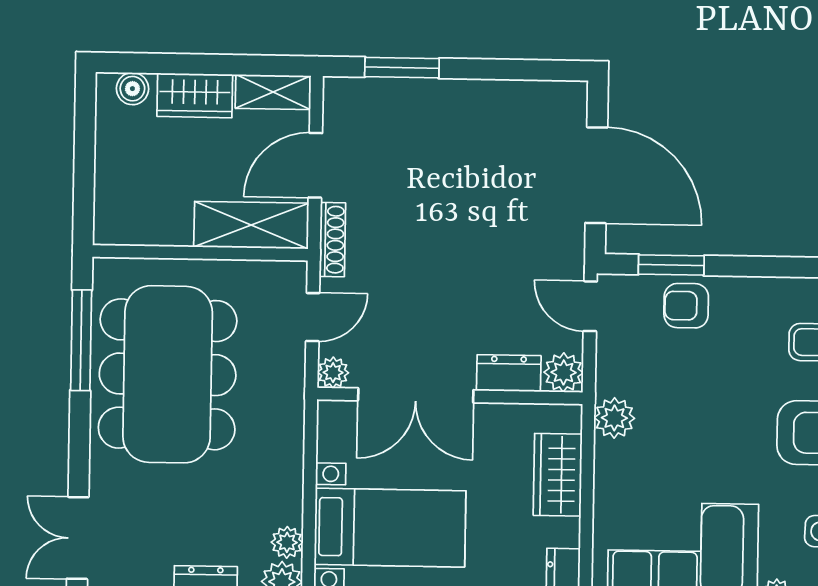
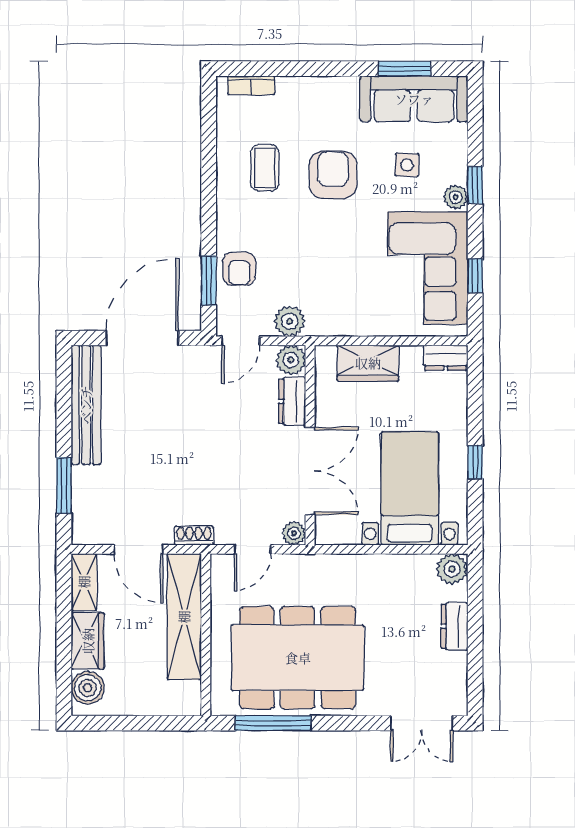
boiler: (132, 89) -> (88, 688), width x1.36, depth x1.36
bench: (509, 99) -> (86, 405), added
shelving: (251, 225) -> (184, 617), width x1.47
shoe rack: (332, 240) -> (194, 536), width x0.70
door: (313, 317) -> (253, 549), swing flipped
plant: (614, 418) -> (290, 321), moved
plant: (287, 542) -> (422, 566), removed

